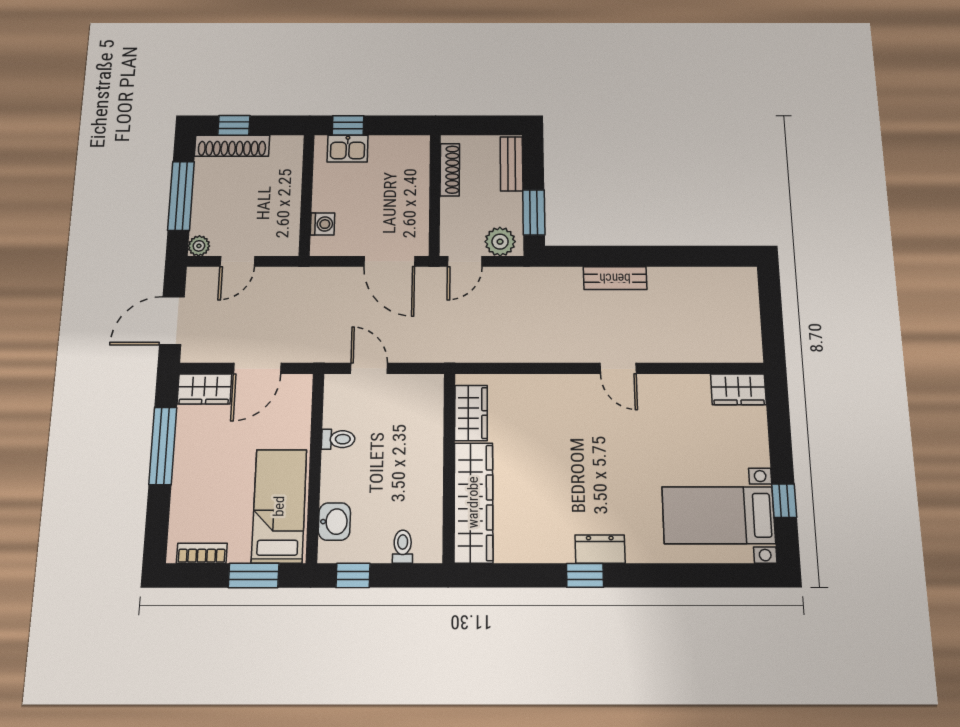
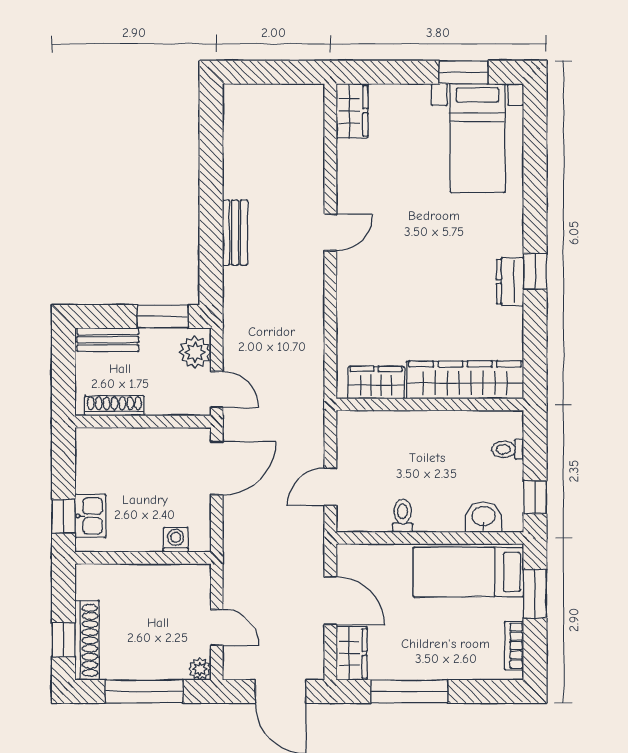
window: (784, 501) -> (463, 72), width x1.50
dresser: (600, 549) -> (510, 282), moved

